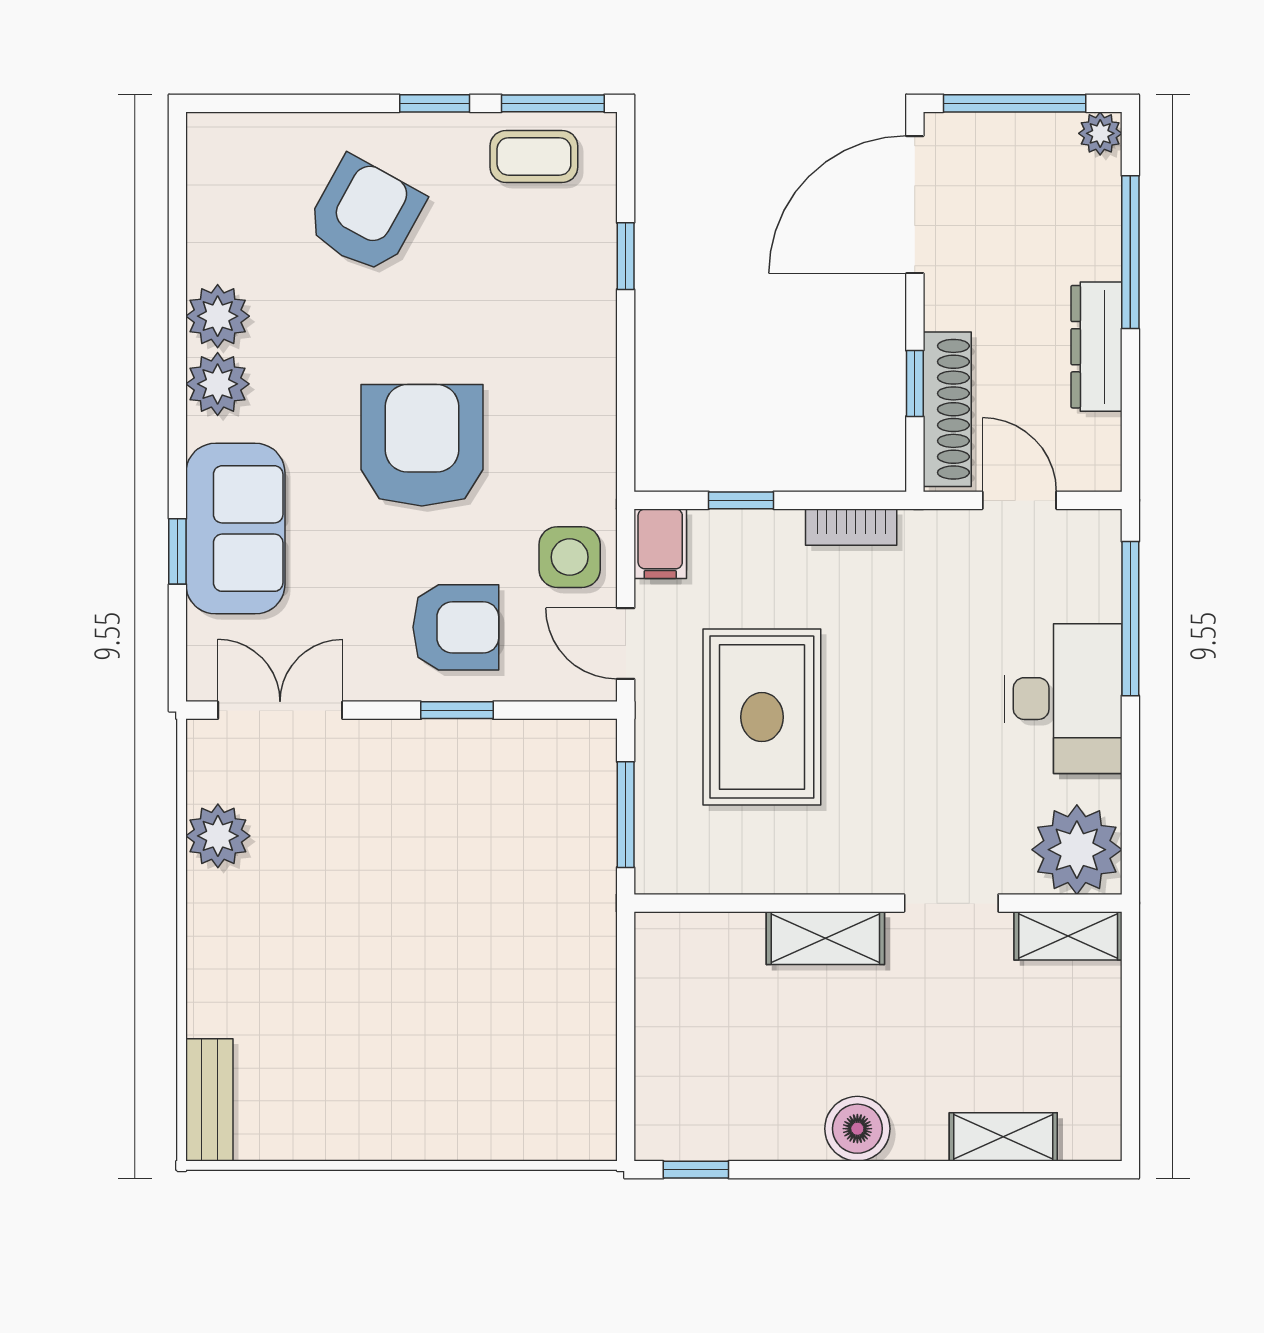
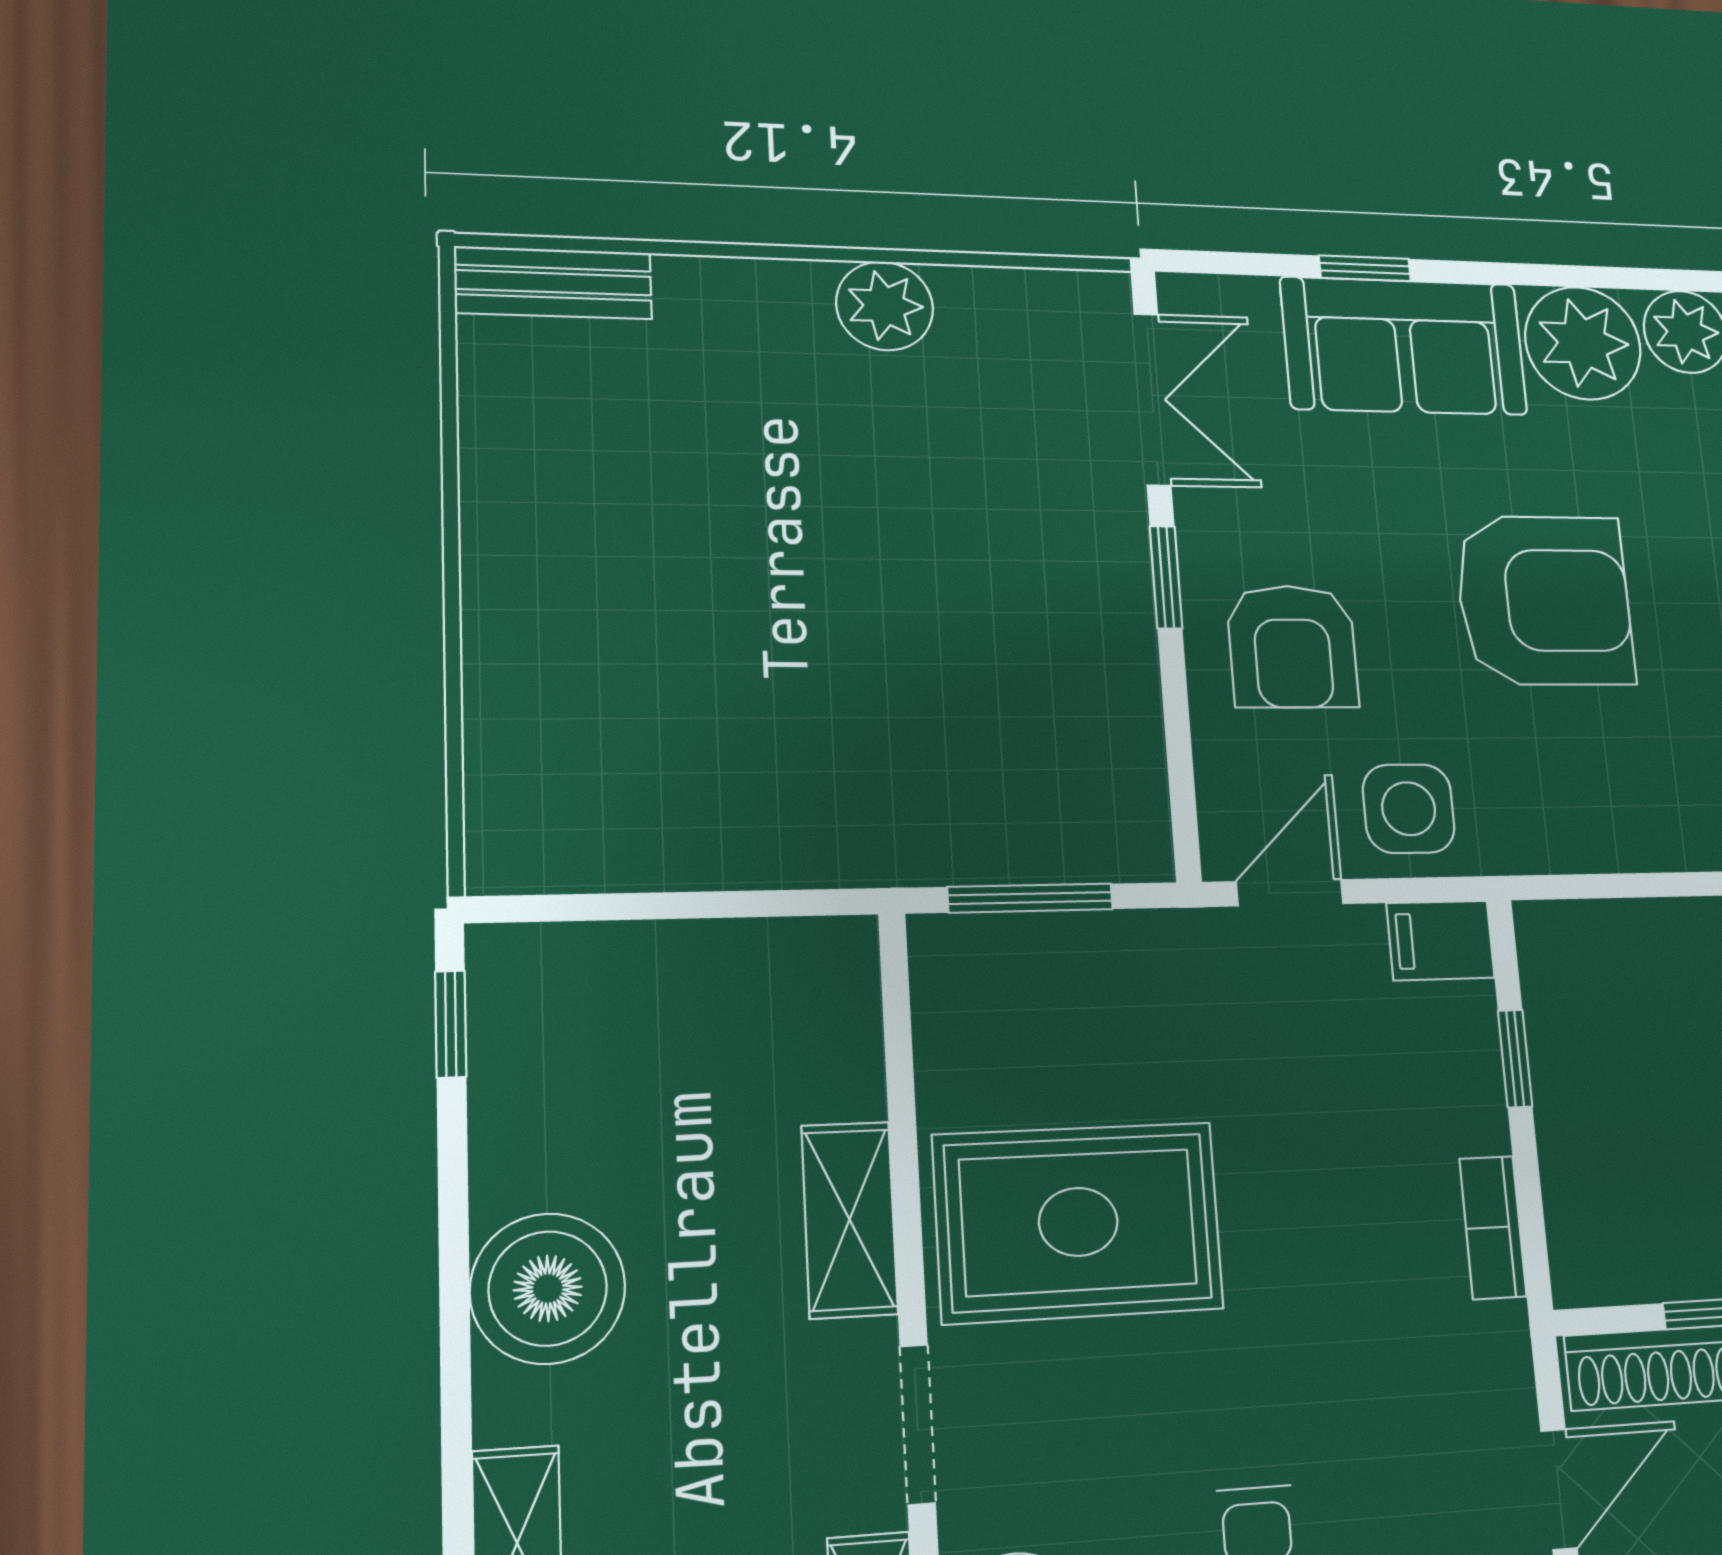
plant: (218, 384) -> (1583, 343), width x1.36, depth x1.36
window: (457, 710) -> (1166, 577), moved
rug: (762, 717) -> (1078, 1222), moved
plant: (218, 836) -> (885, 306), moved
boiler: (857, 1129) -> (548, 1288), width x1.37, depth x1.37

